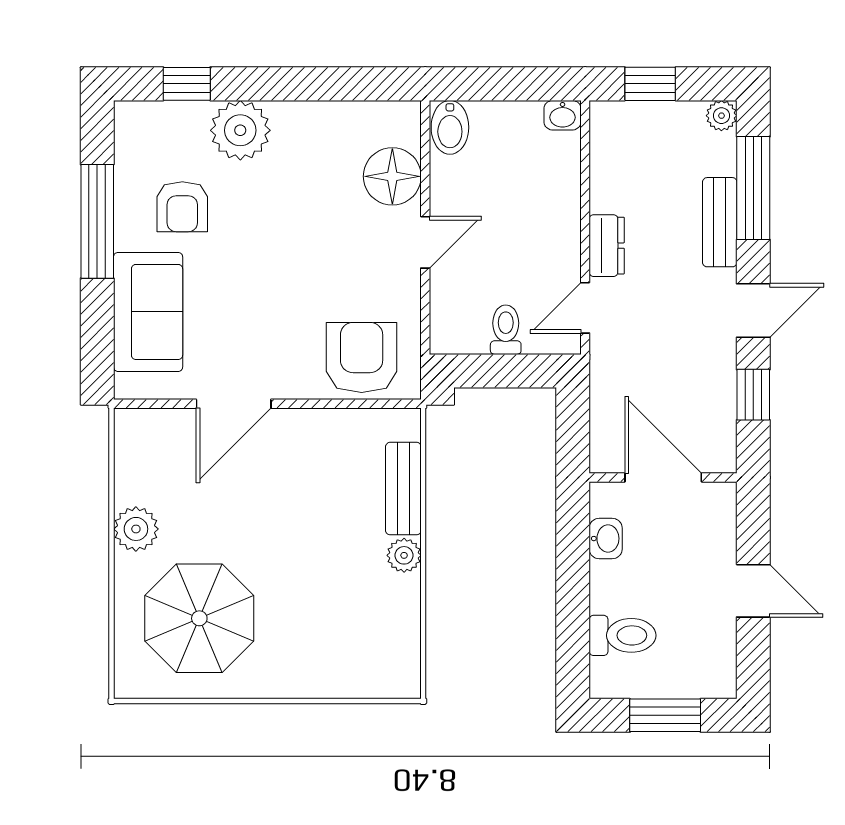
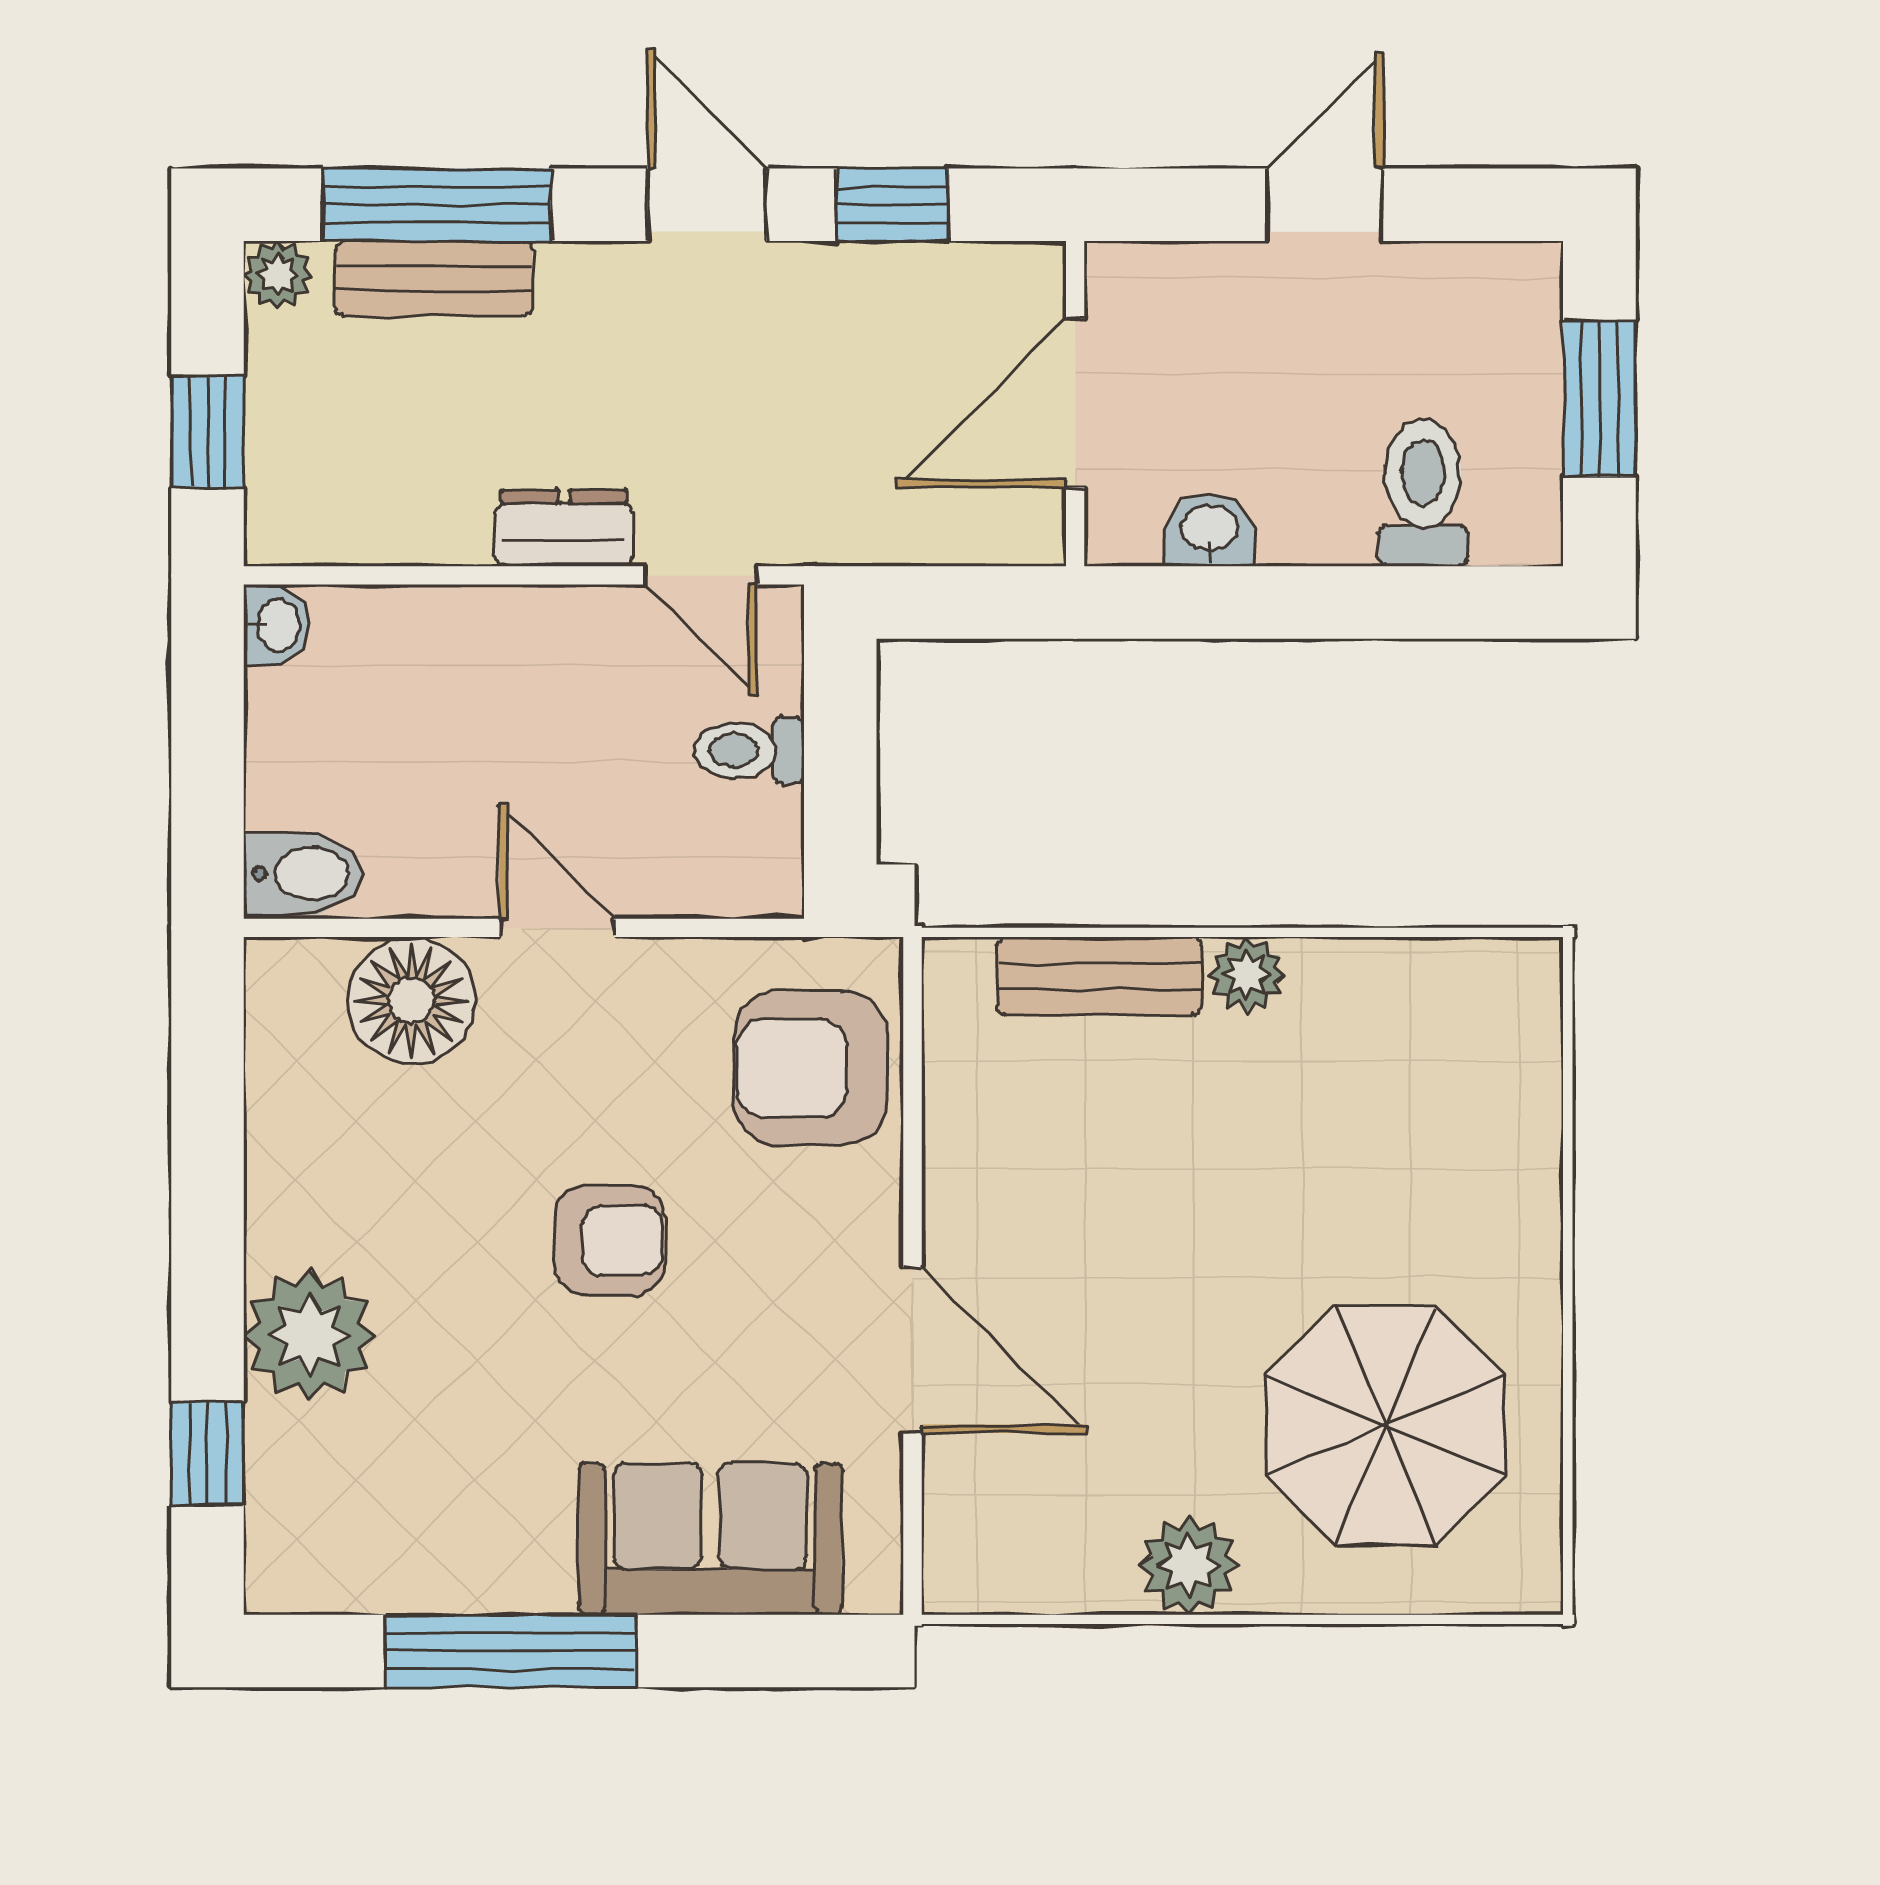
armchair: (182, 207) -> (609, 1240), moved
bench: (720, 222) -> (434, 279), moved

